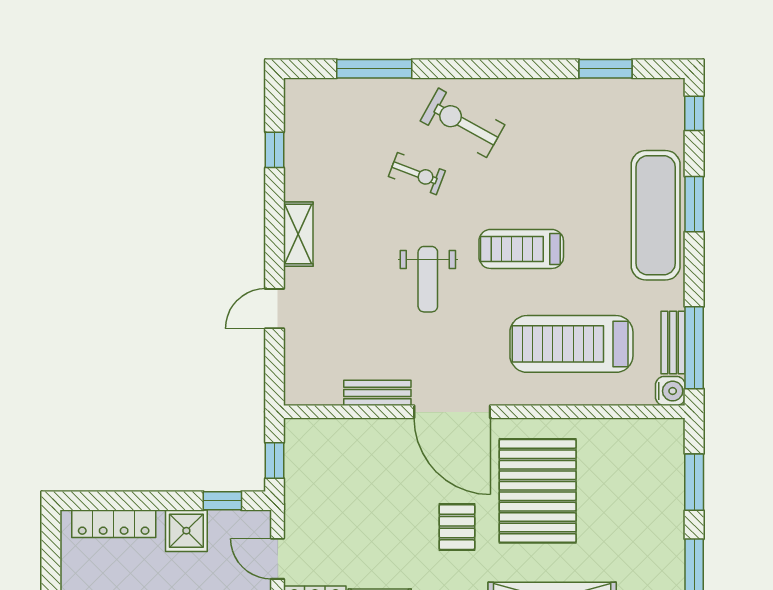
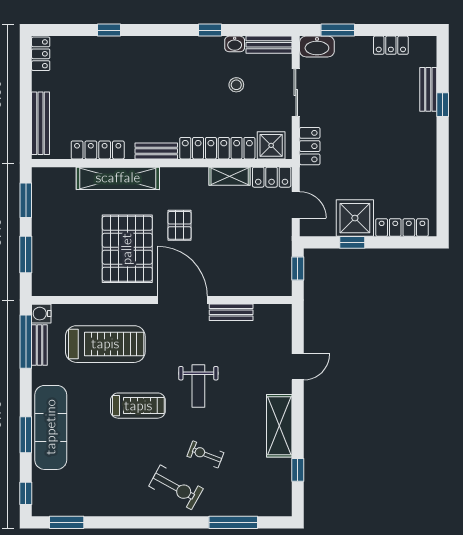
window: (605, 69) -> (67, 522), moved
shelving: (298, 234) -> (279, 426), width x1.50, depth x1.33
weight bench: (428, 279) -> (198, 386), turned 180
window: (222, 501) -> (352, 242), moved
shower: (186, 531) -> (355, 218), width x1.36, depth x1.36

